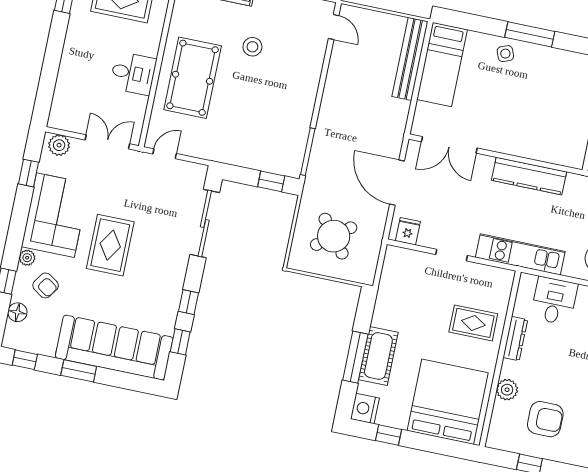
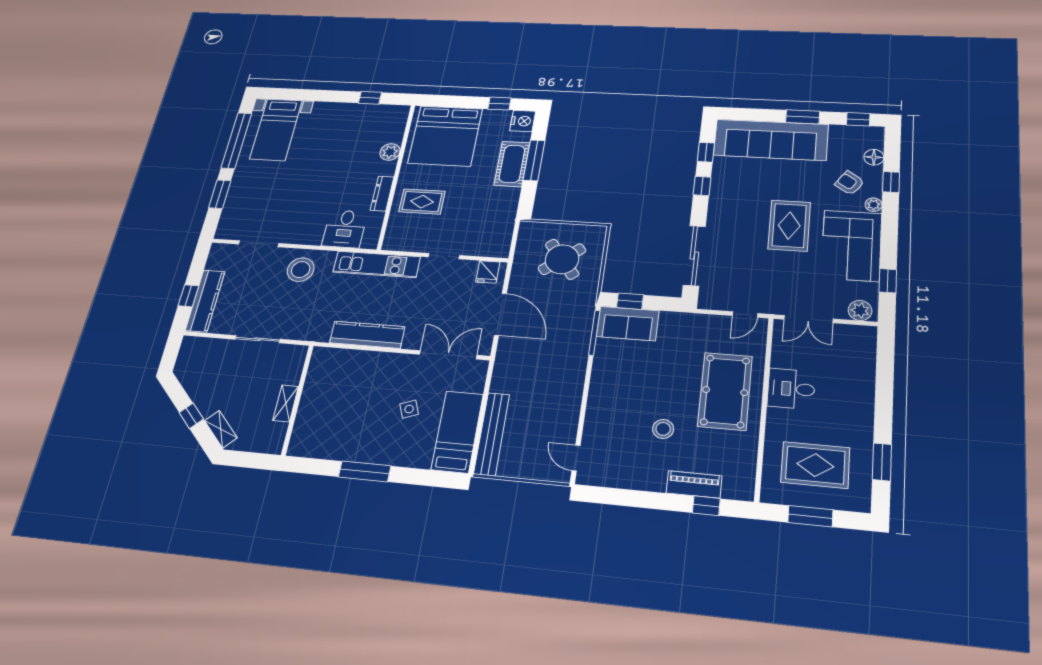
side table: (505, 54) -> (409, 409), moved
sofa: (275, 158) -> (628, 324), added
armchair: (545, 419) -> (355, 134), removed

